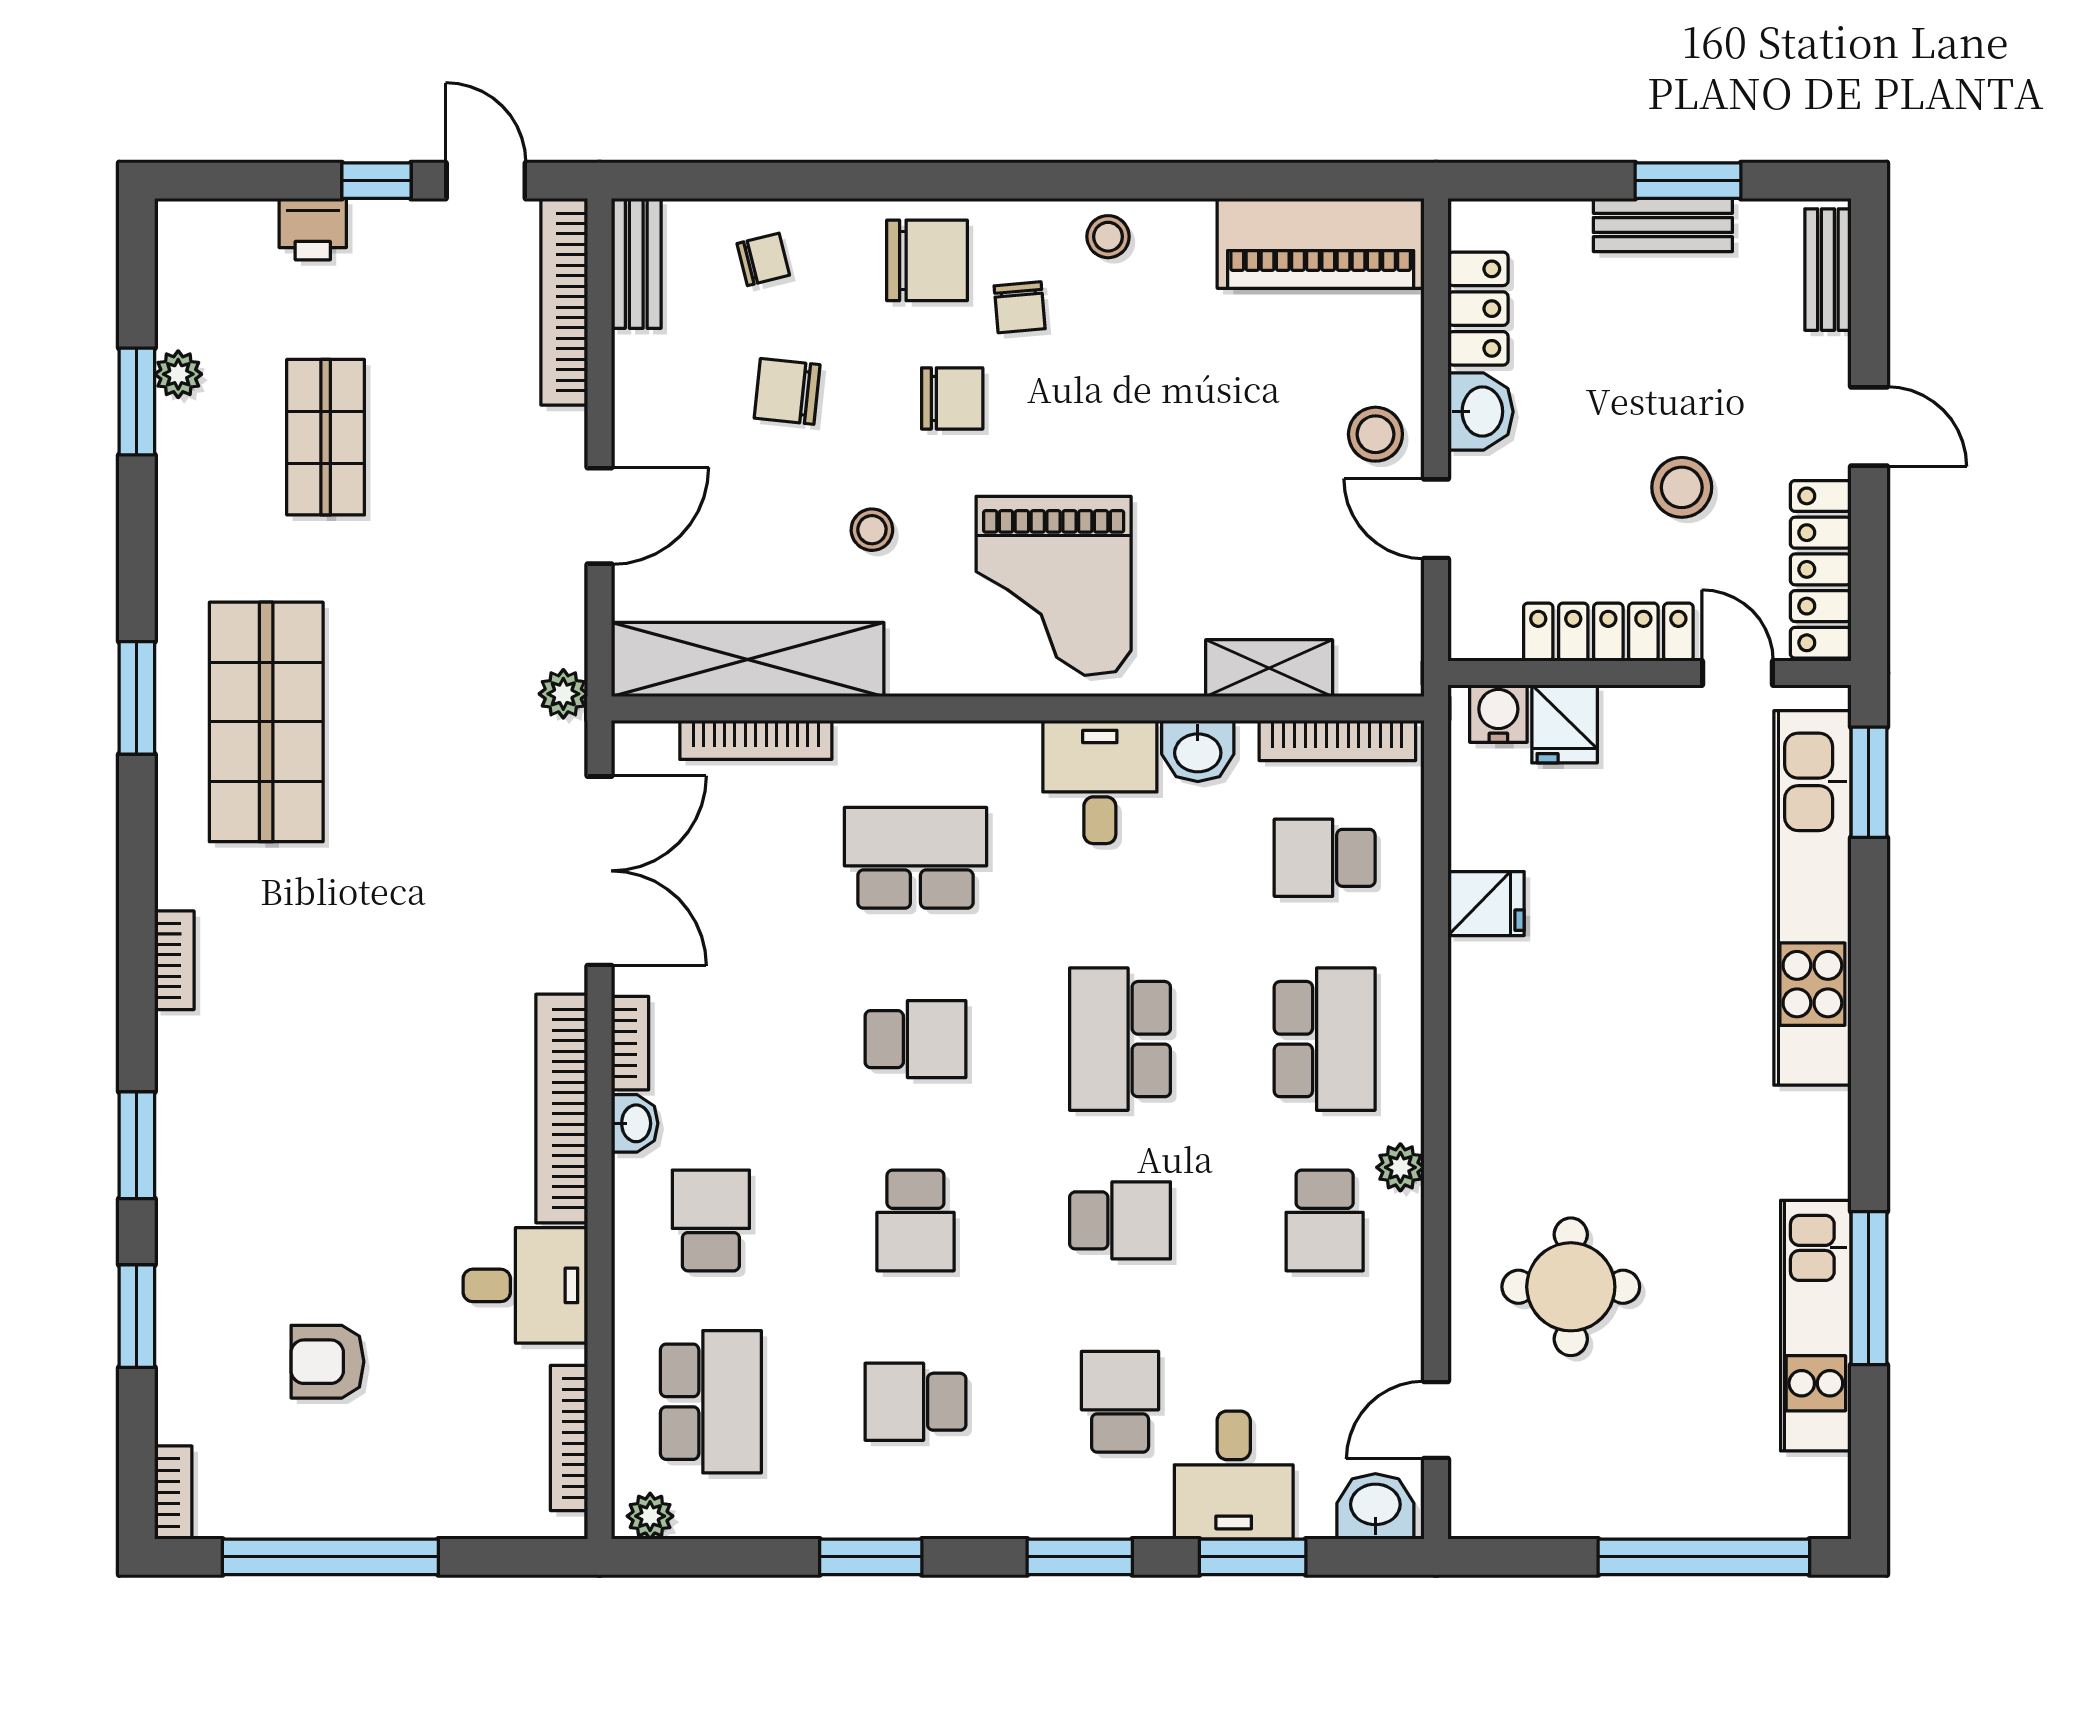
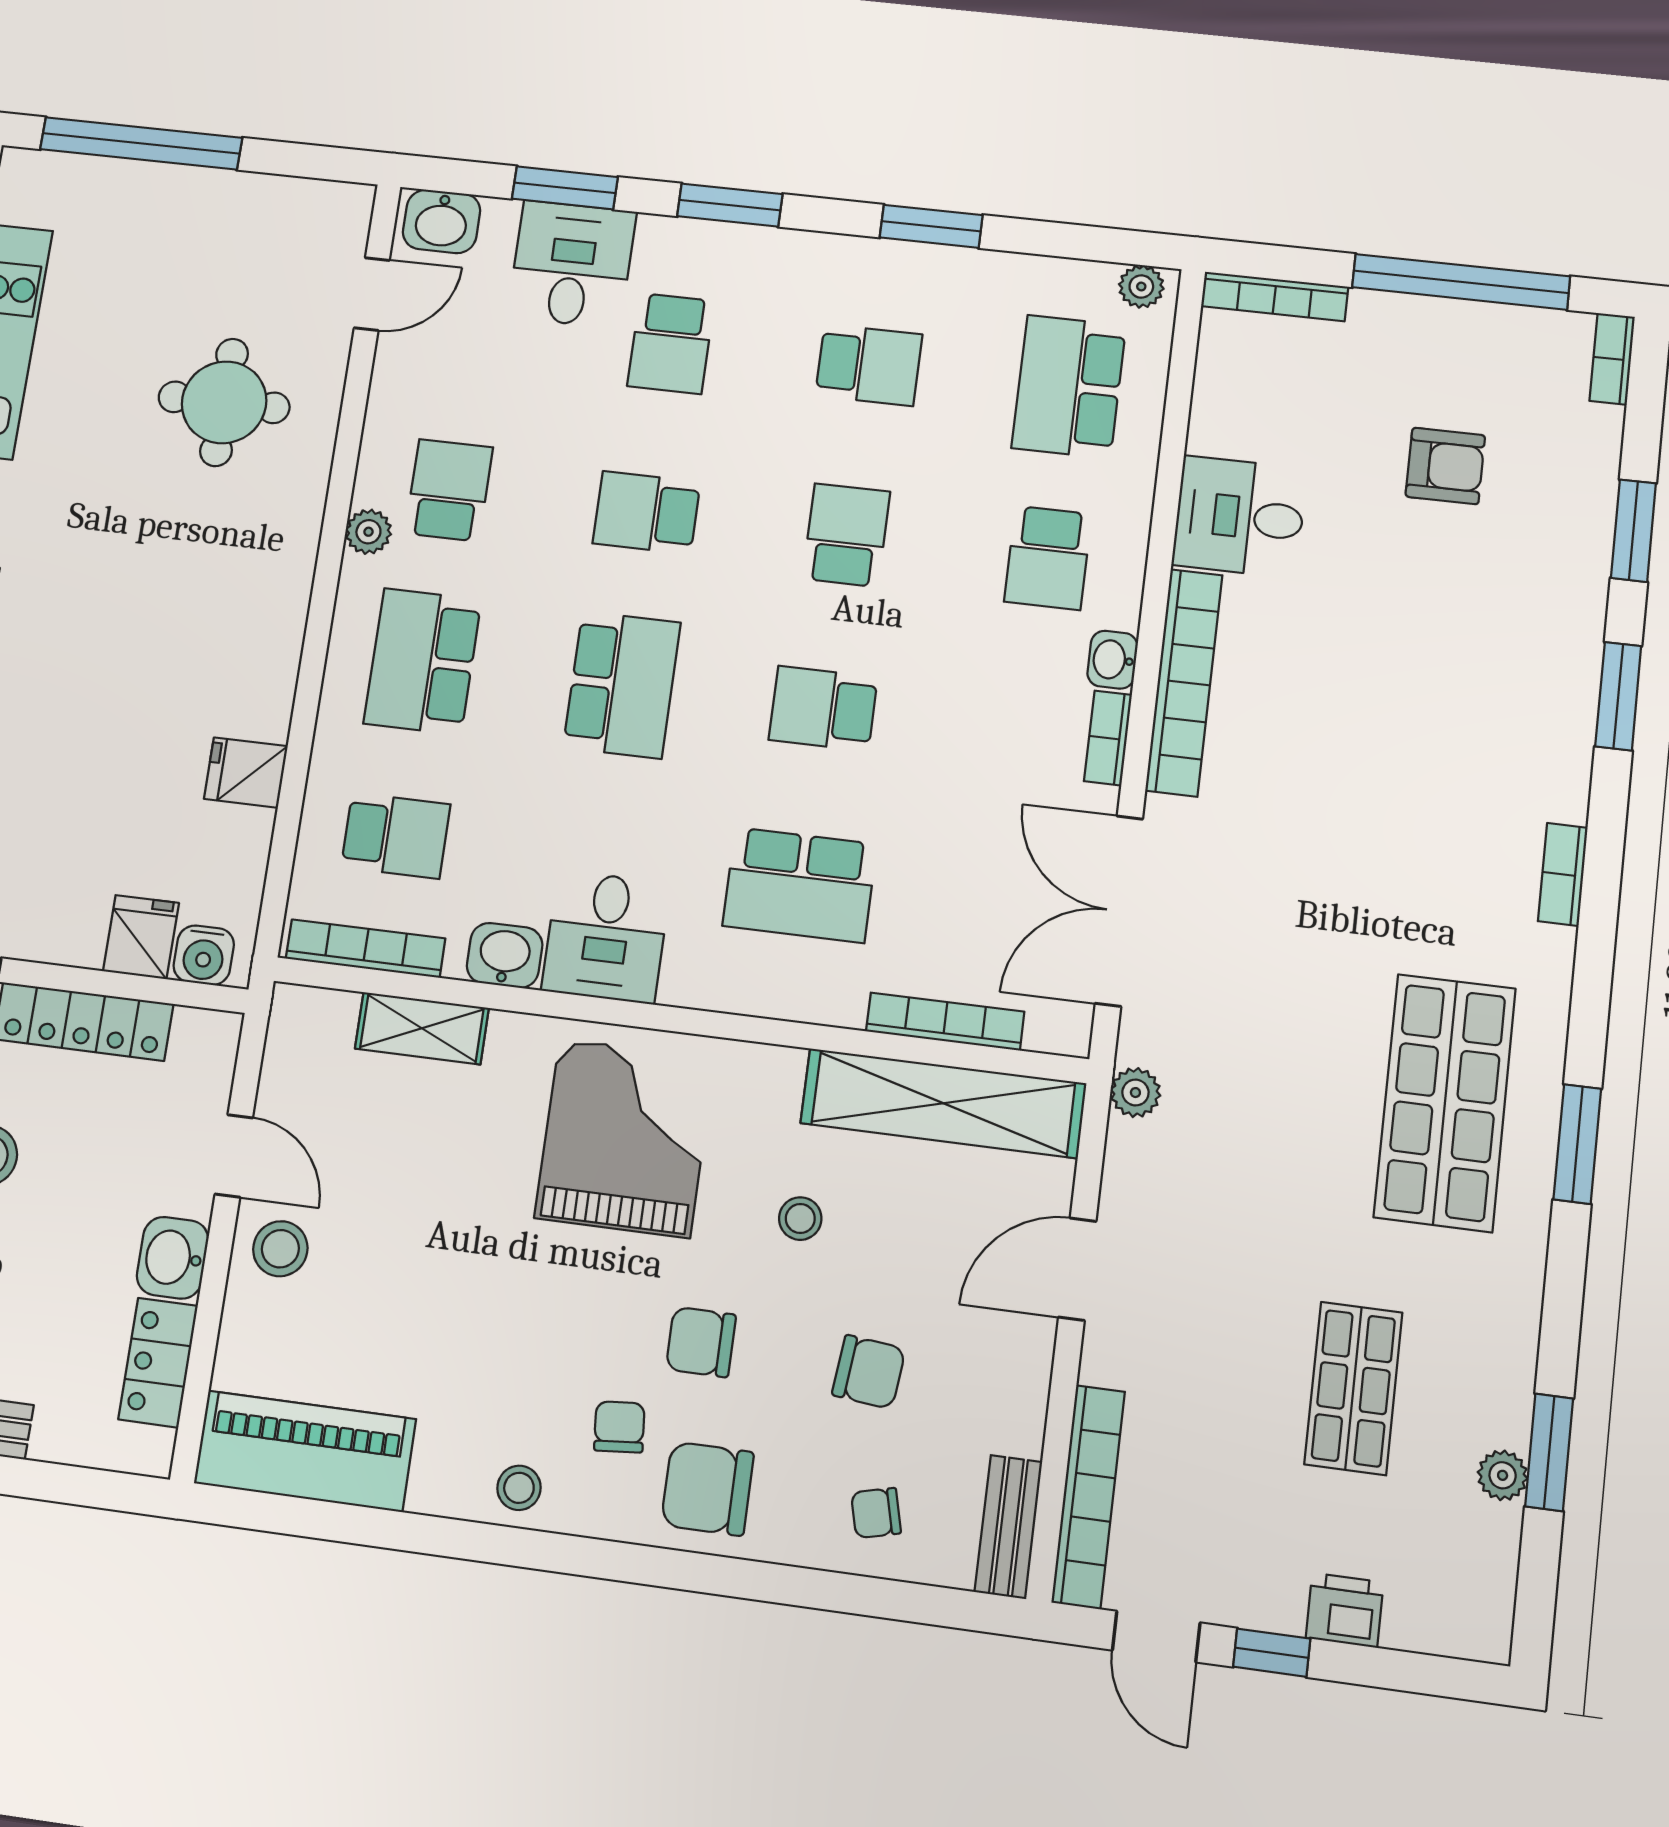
bookcase: (569, 1438) -> (1275, 296), moved, turned 90

